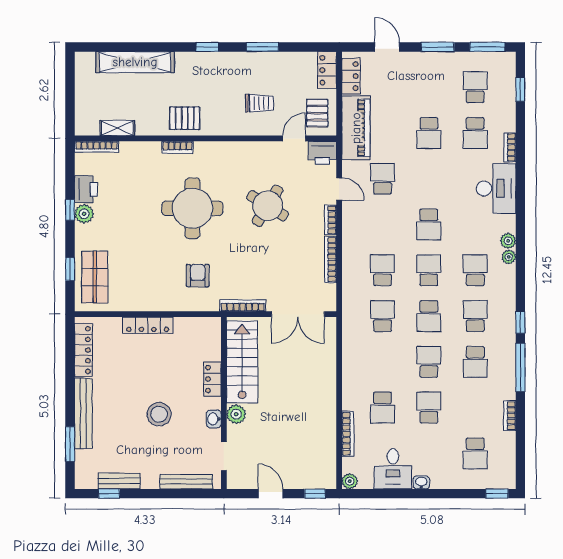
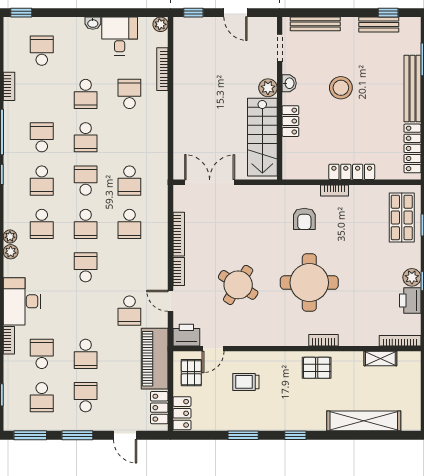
school desk: (429, 87) -> (86, 397), added
school desk: (429, 133) -> (86, 354), turned 180
bookcase: (243, 306) -> (334, 190), moved, width x0.64

